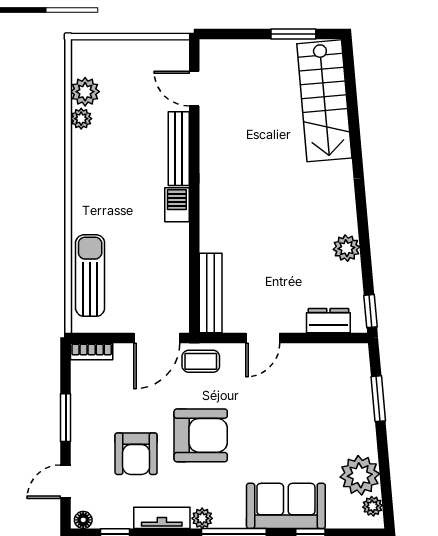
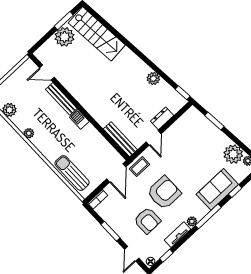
plant: (271, 60) -> (65, 37), added
plant: (81, 119) -> (29, 133), moved
dresser: (328, 321) -> (162, 118), moved

